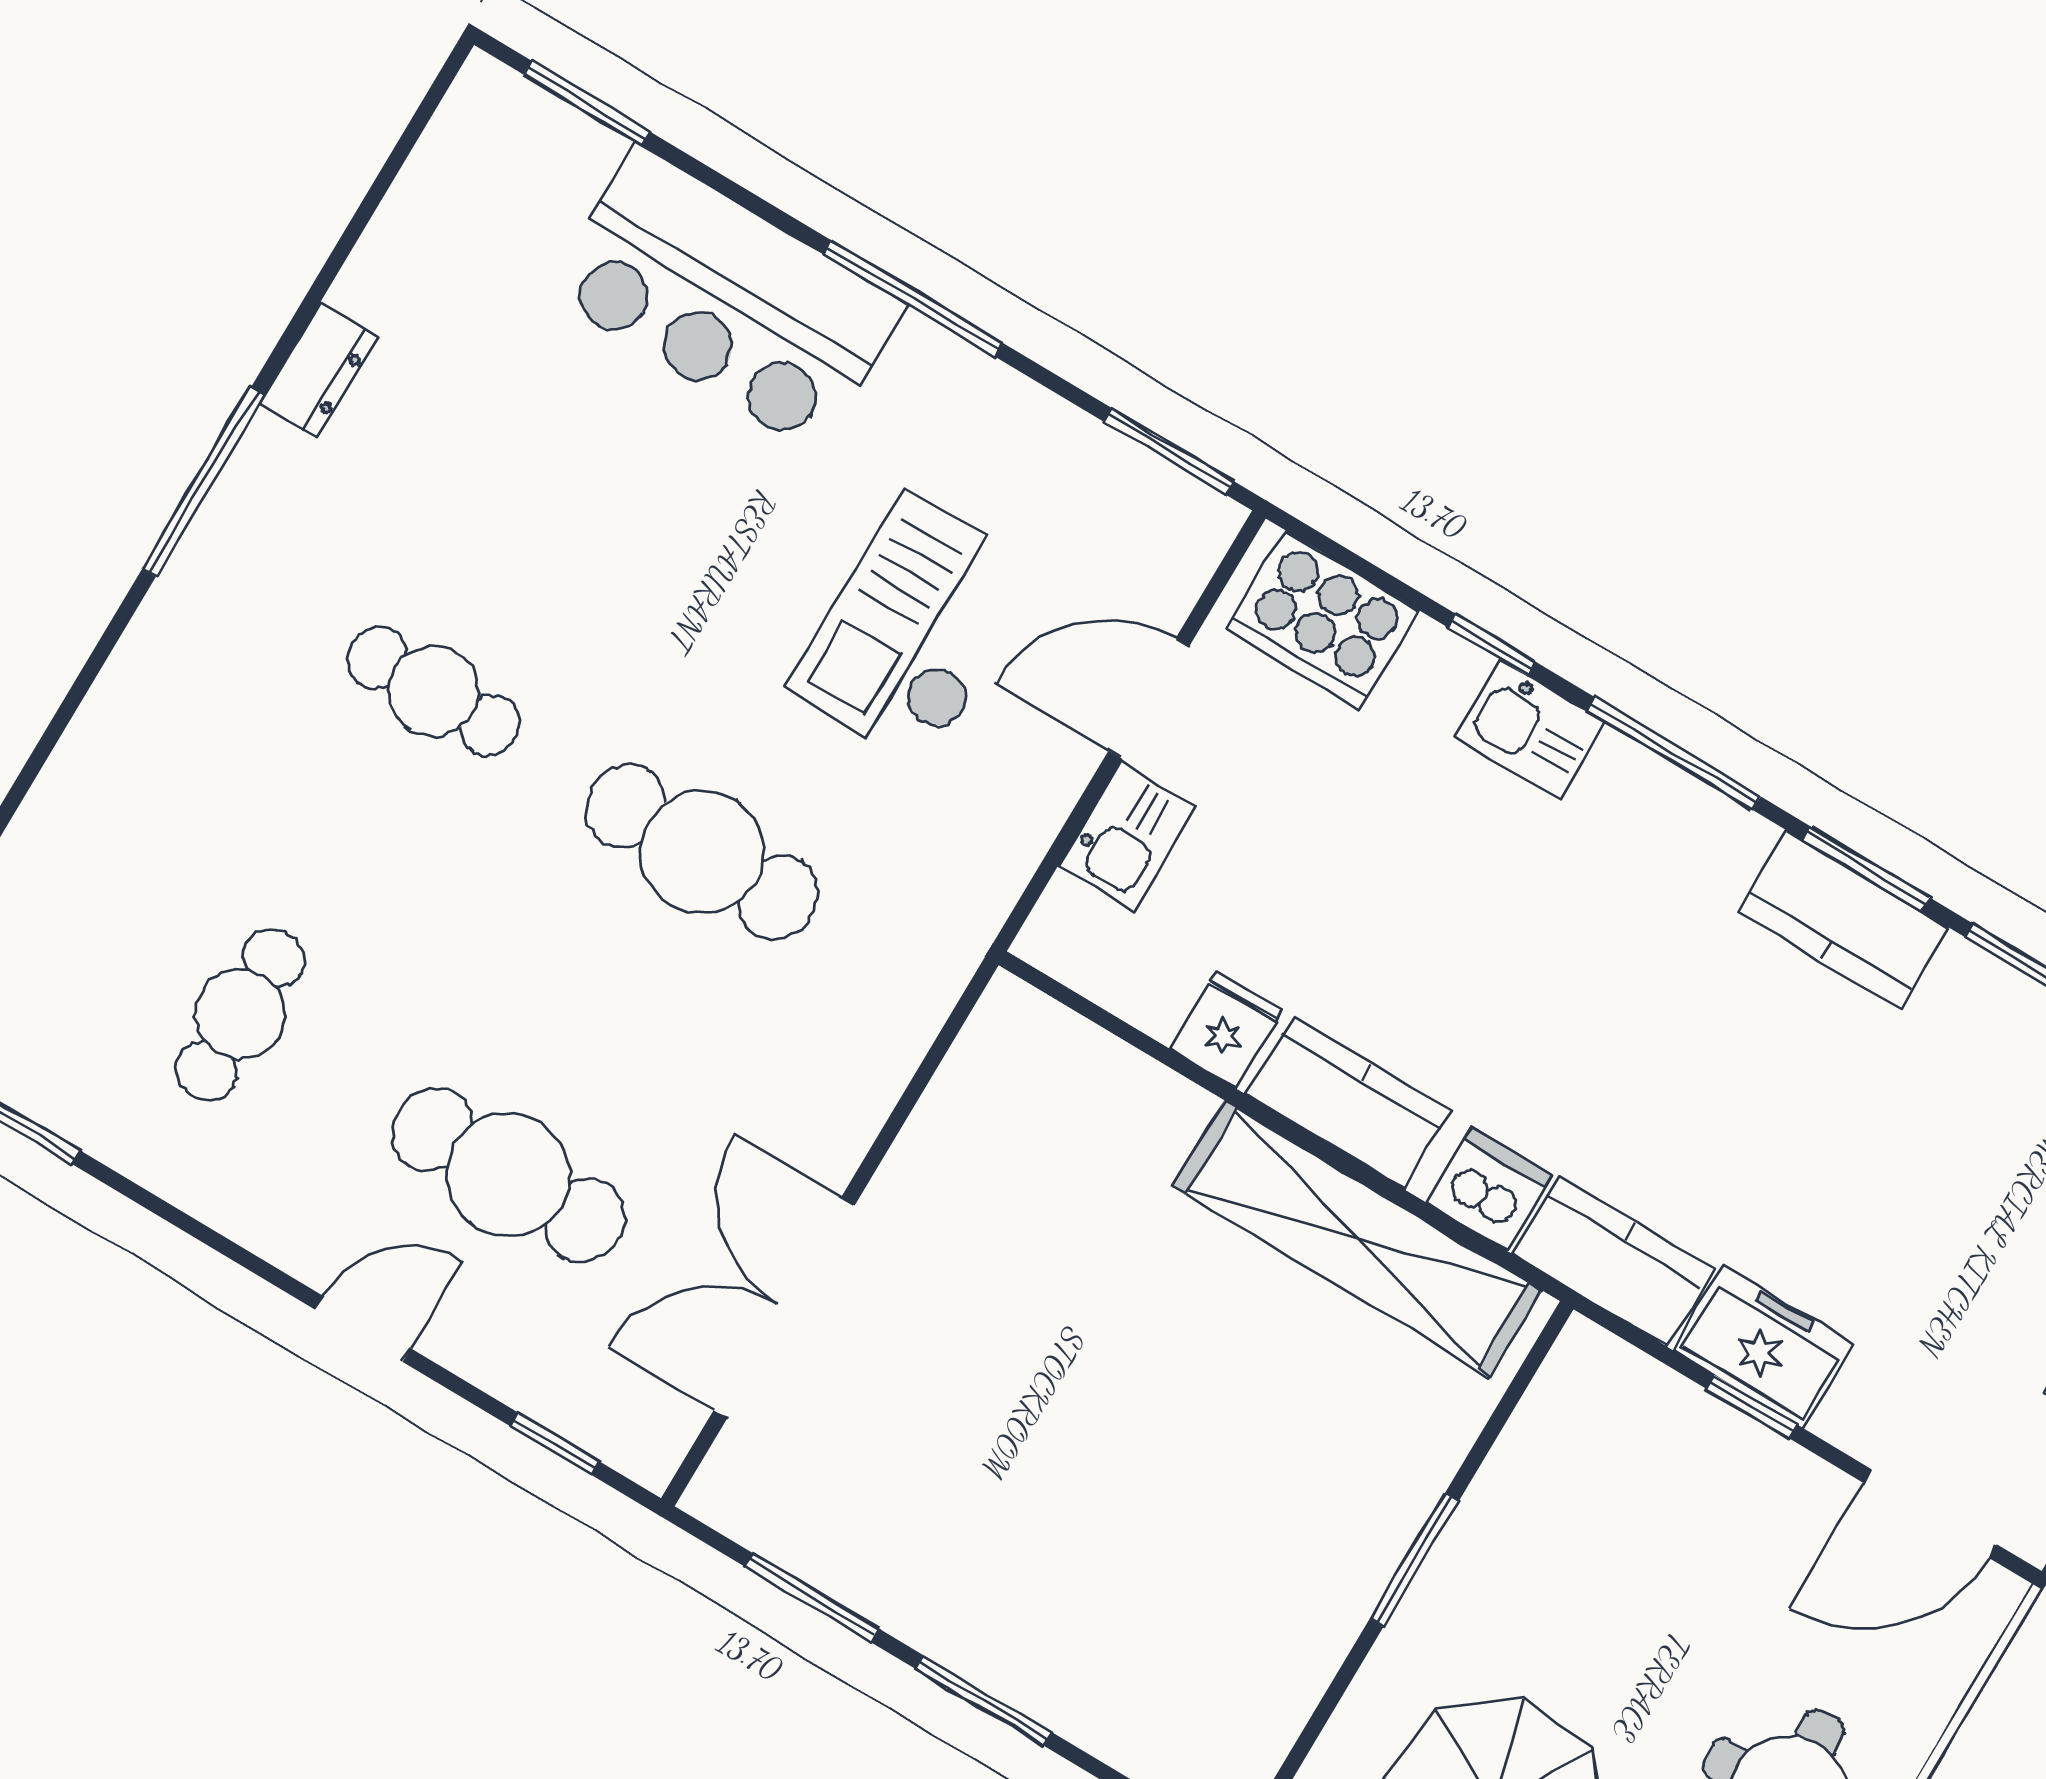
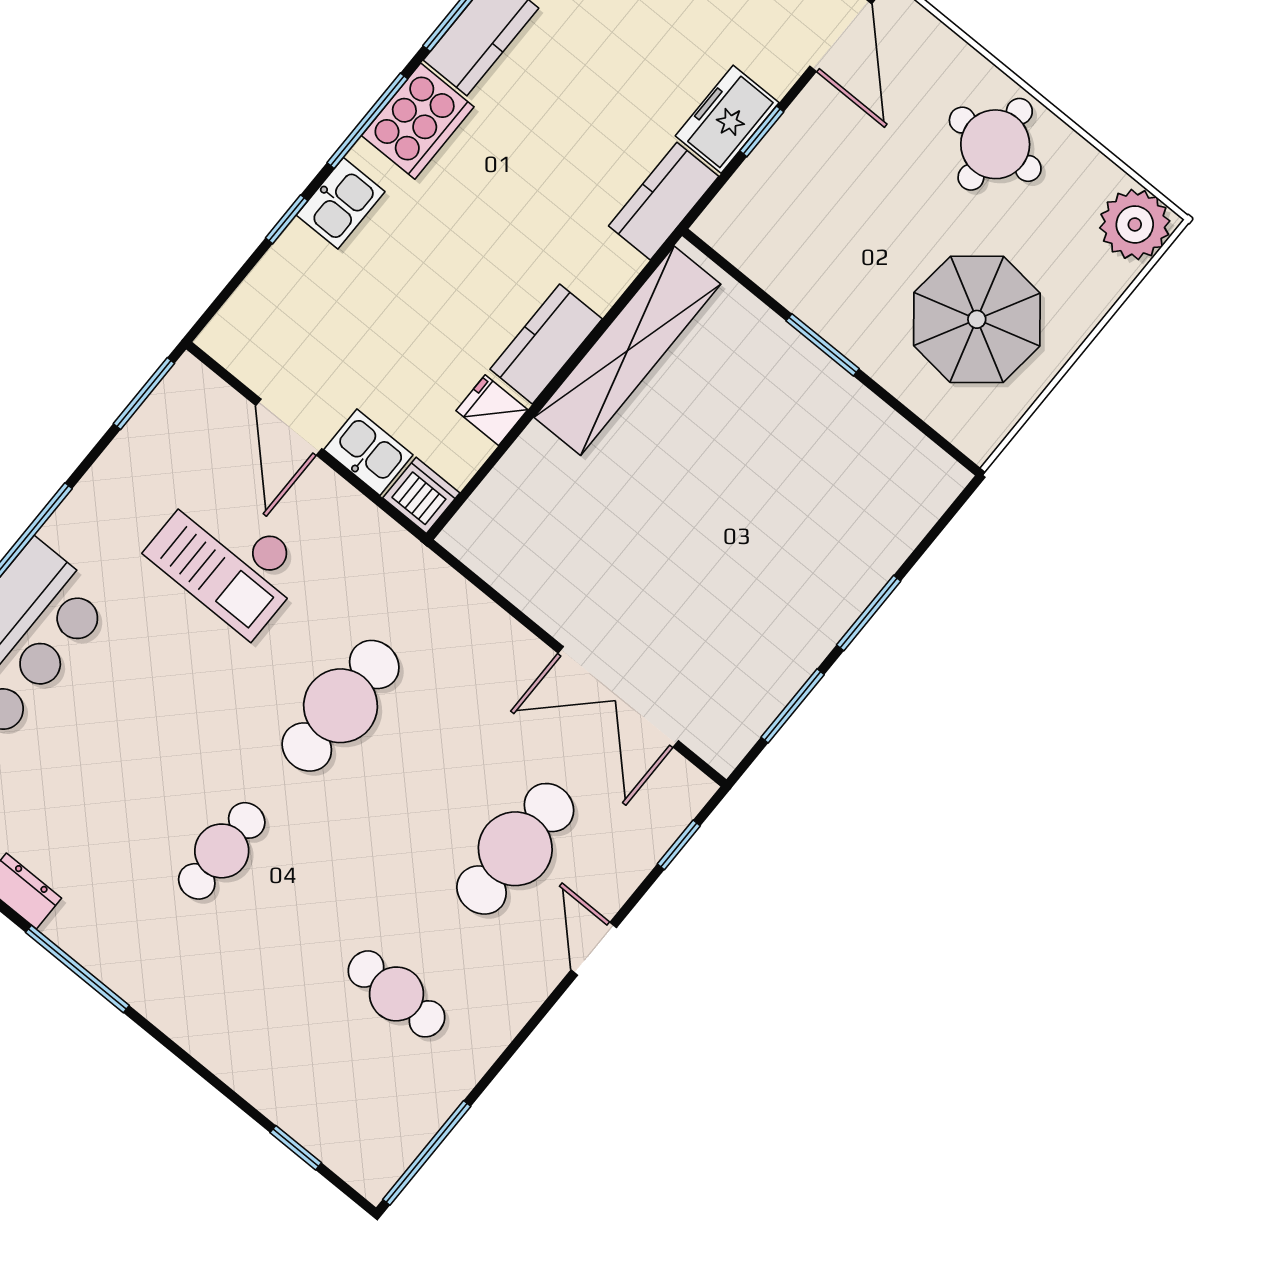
cooker: (1323, 620) -> (418, 121), moved
dishwasher: (1489, 1189) -> (421, 495), moved, turned 90

